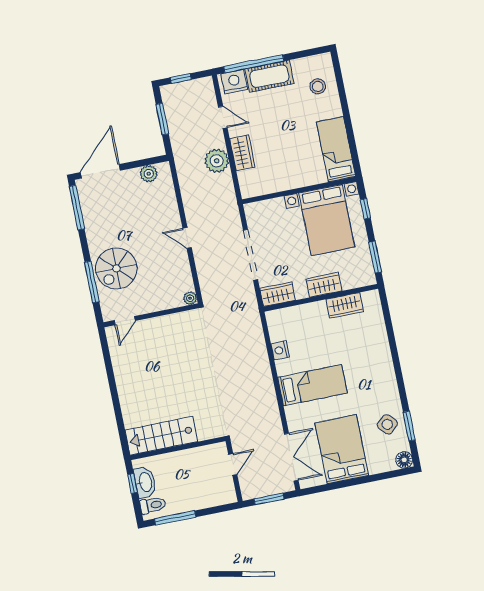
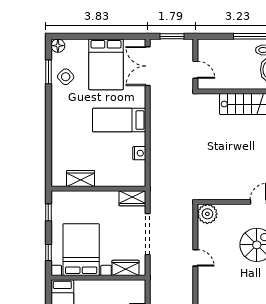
window: (375, 257) -> (48, 212), width x0.67
wardrobe: (324, 285) -> (126, 268), moved, turned 180
plant: (190, 298) -> (207, 214), width x1.88, depth x1.88
door: (233, 464) -> (195, 70), swing flipped

